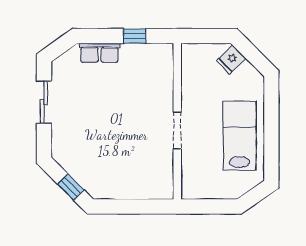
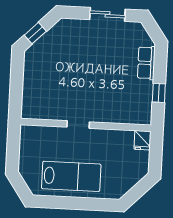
fridge: (231, 59) -> (142, 140), moved, turned -135
doorway: (177, 130) -> (78, 125), width x0.73

